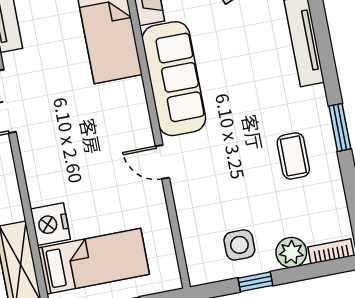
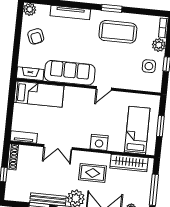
coffee table: (293, 156) -> (118, 32), width x1.86, depth x1.72
nightstand: (50, 224) -> (99, 142), moved

